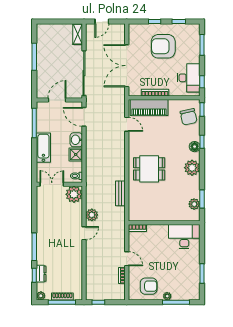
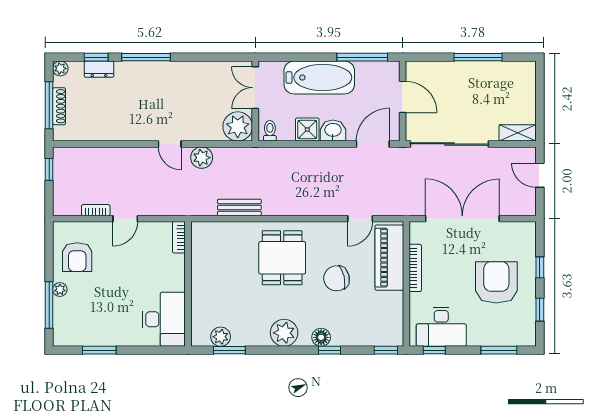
chair: (189, 117) -> (337, 278), moved
bathtub: (43, 148) -> (319, 78), width x1.36, depth x1.36
double door: (52, 184) -> (255, 88), swing flipped

